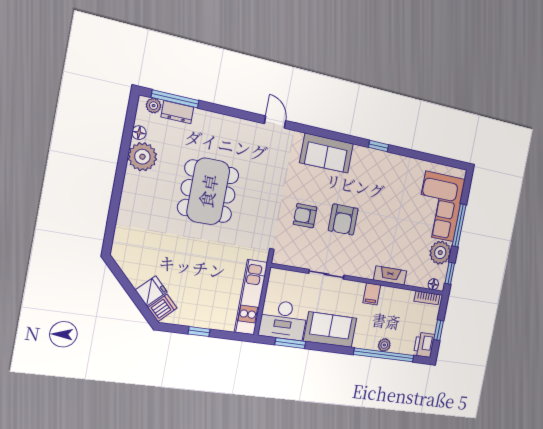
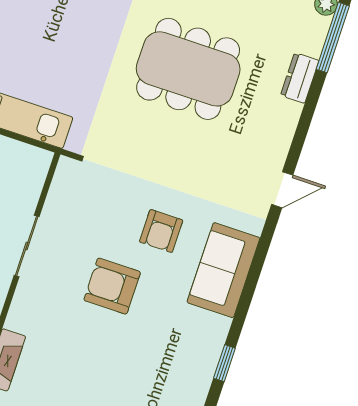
dresser: (177, 112) -> (300, 78), moved
armchair: (305, 216) -> (161, 231), moved, turned 180

